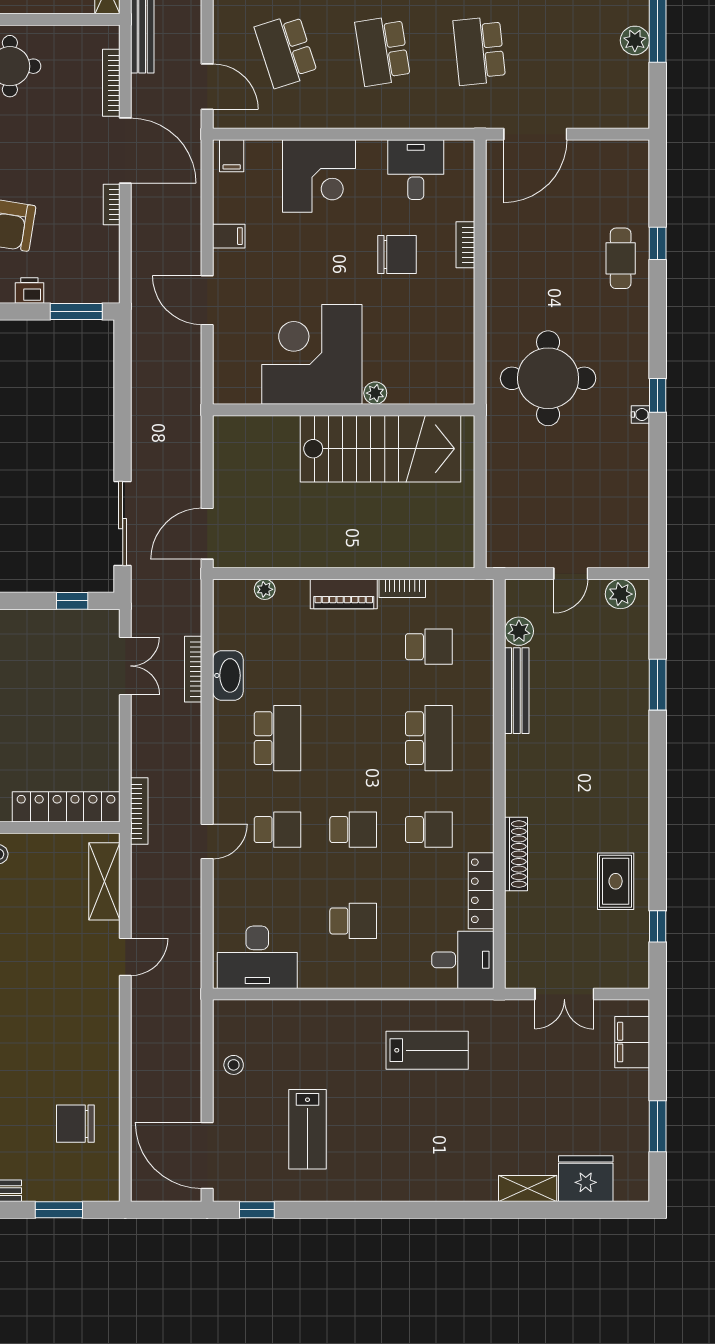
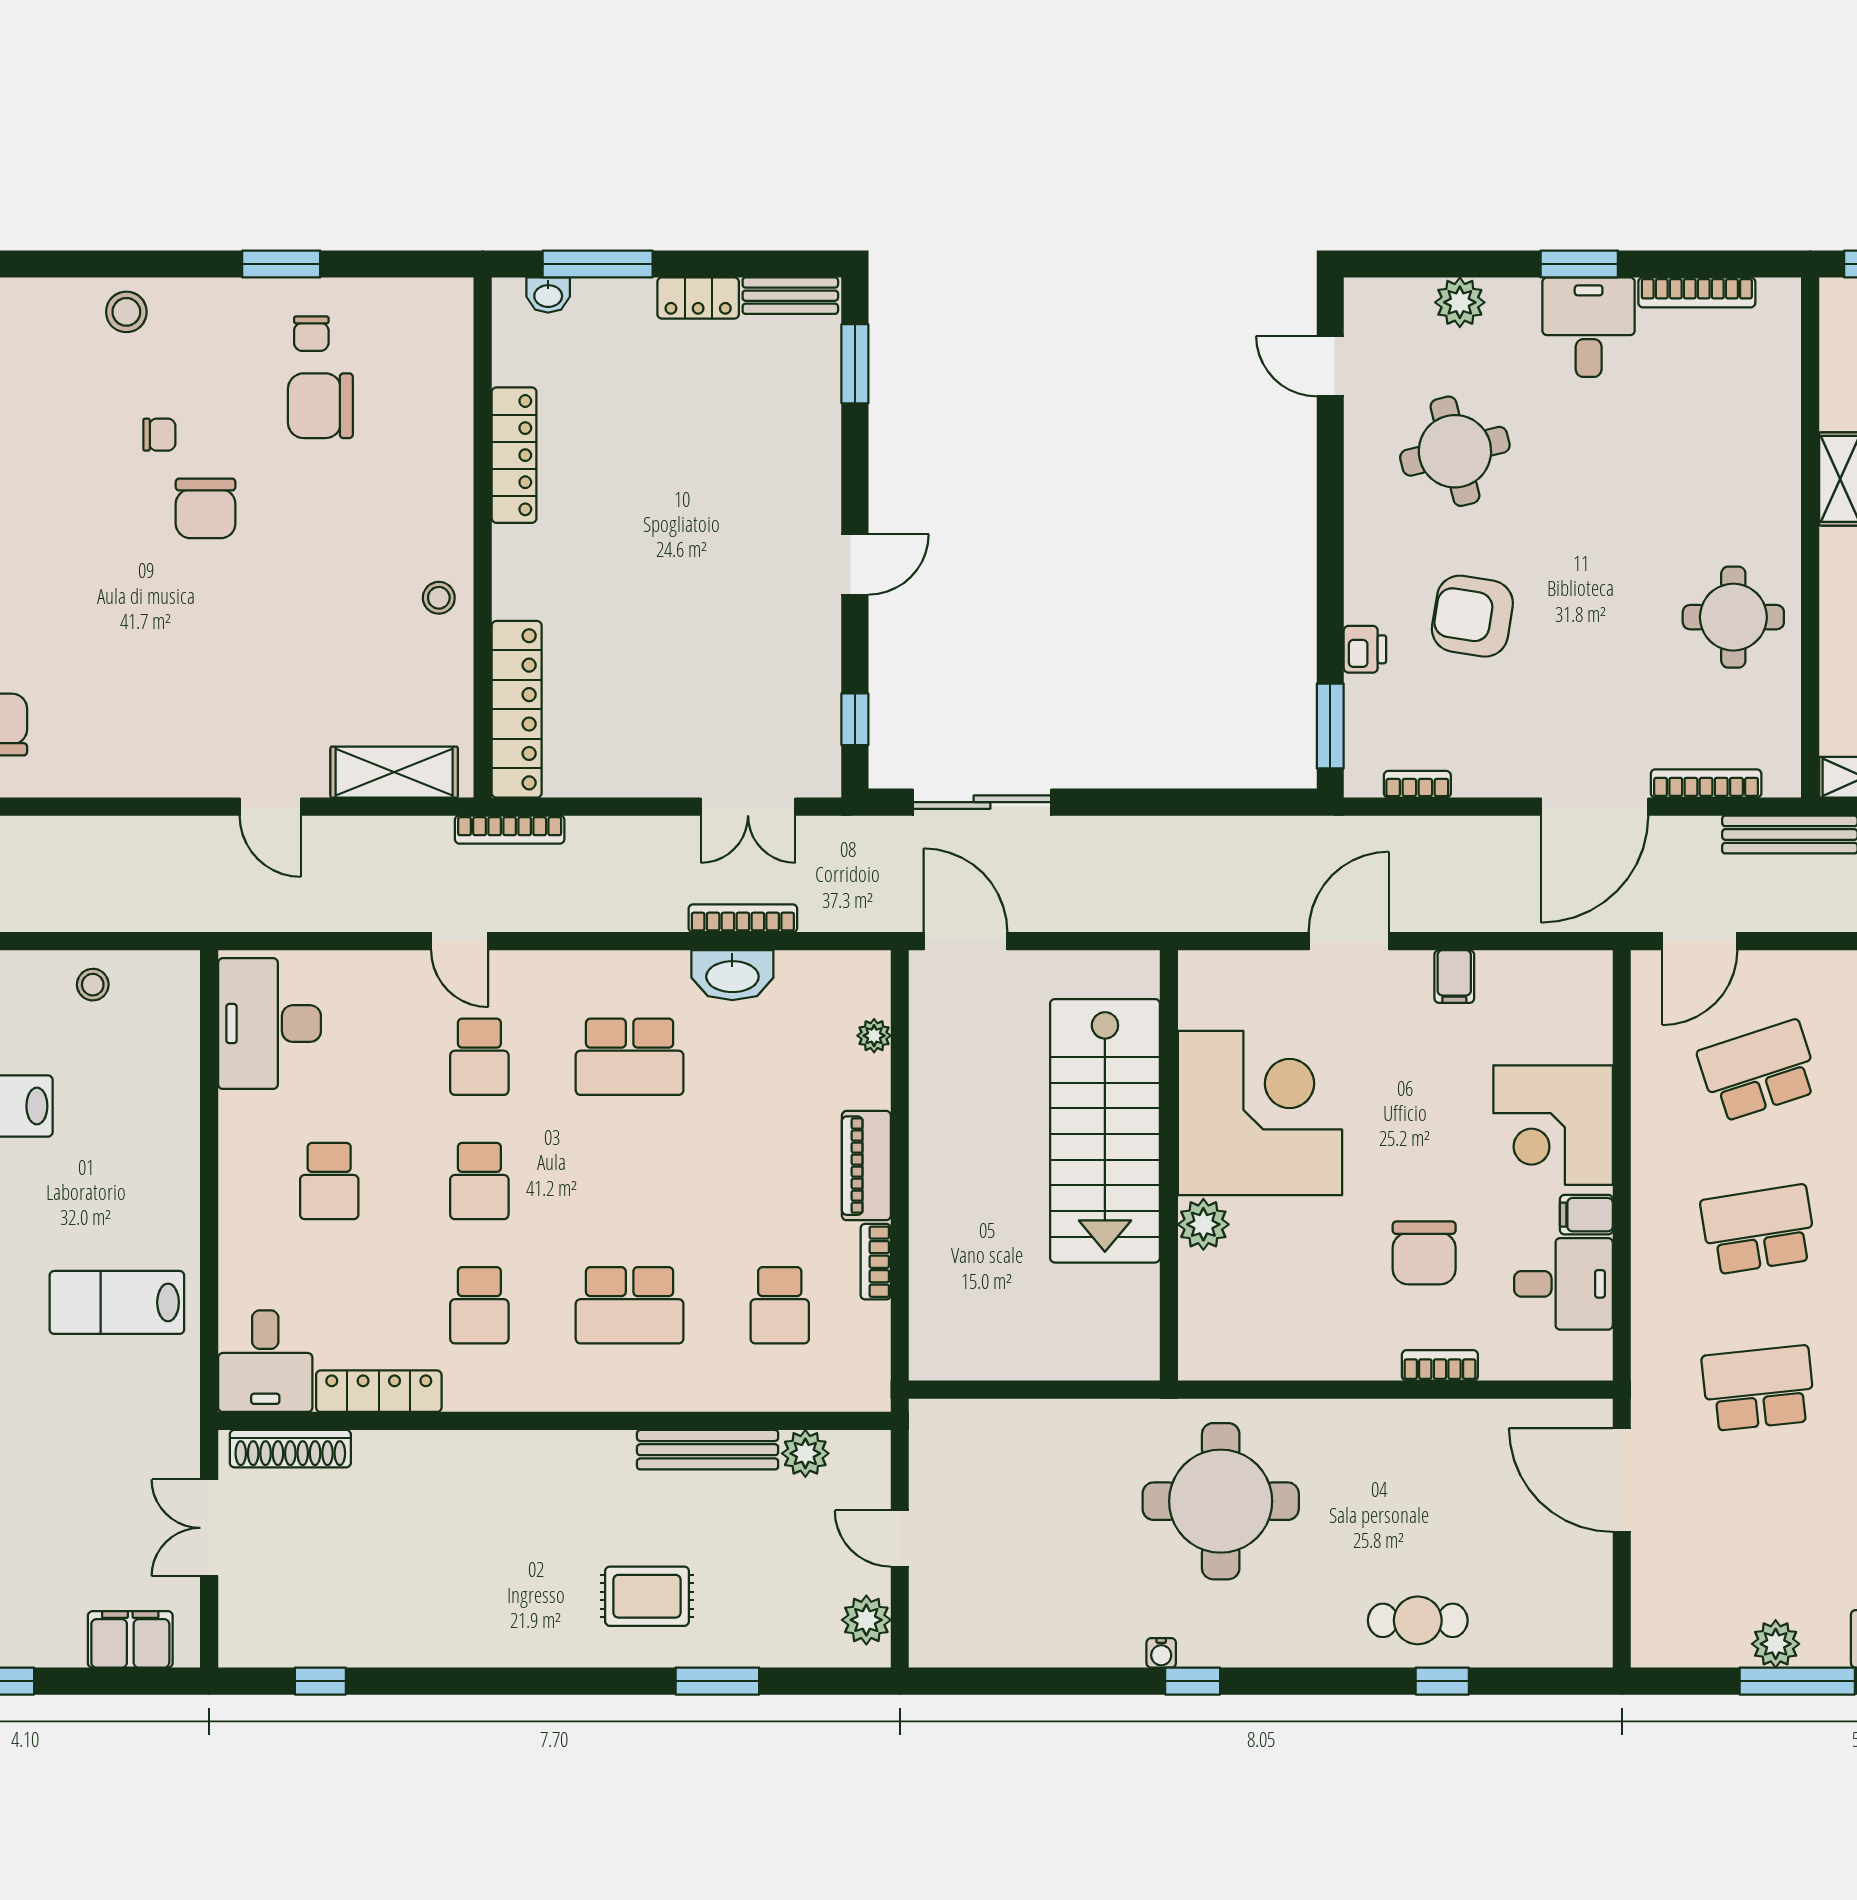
filing cabinet: (232, 156) -> (1586, 1215), moved
bookcase: (112, 204) -> (1417, 784), moved
plant: (375, 393) -> (1203, 1224), width x1.38, depth x1.38
stairs: (381, 449) -> (1105, 1131), moved
shoe rack: (516, 854) -> (290, 1449), moved
rug: (616, 881) -> (647, 1596), moved
lab bench: (427, 1050) -> (117, 1302), turned 90

